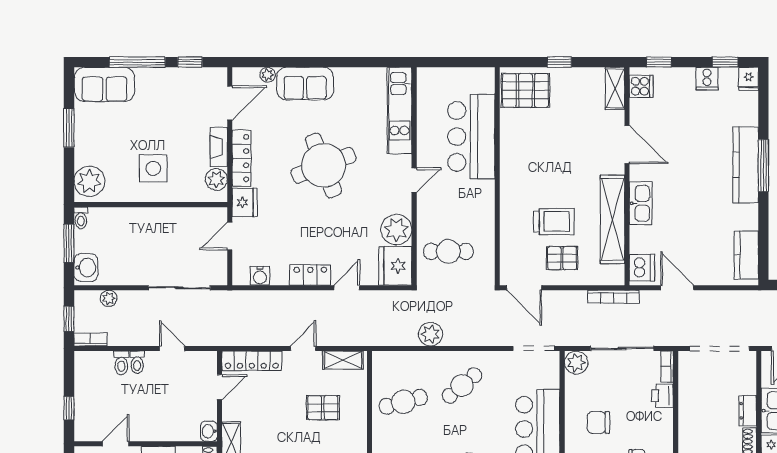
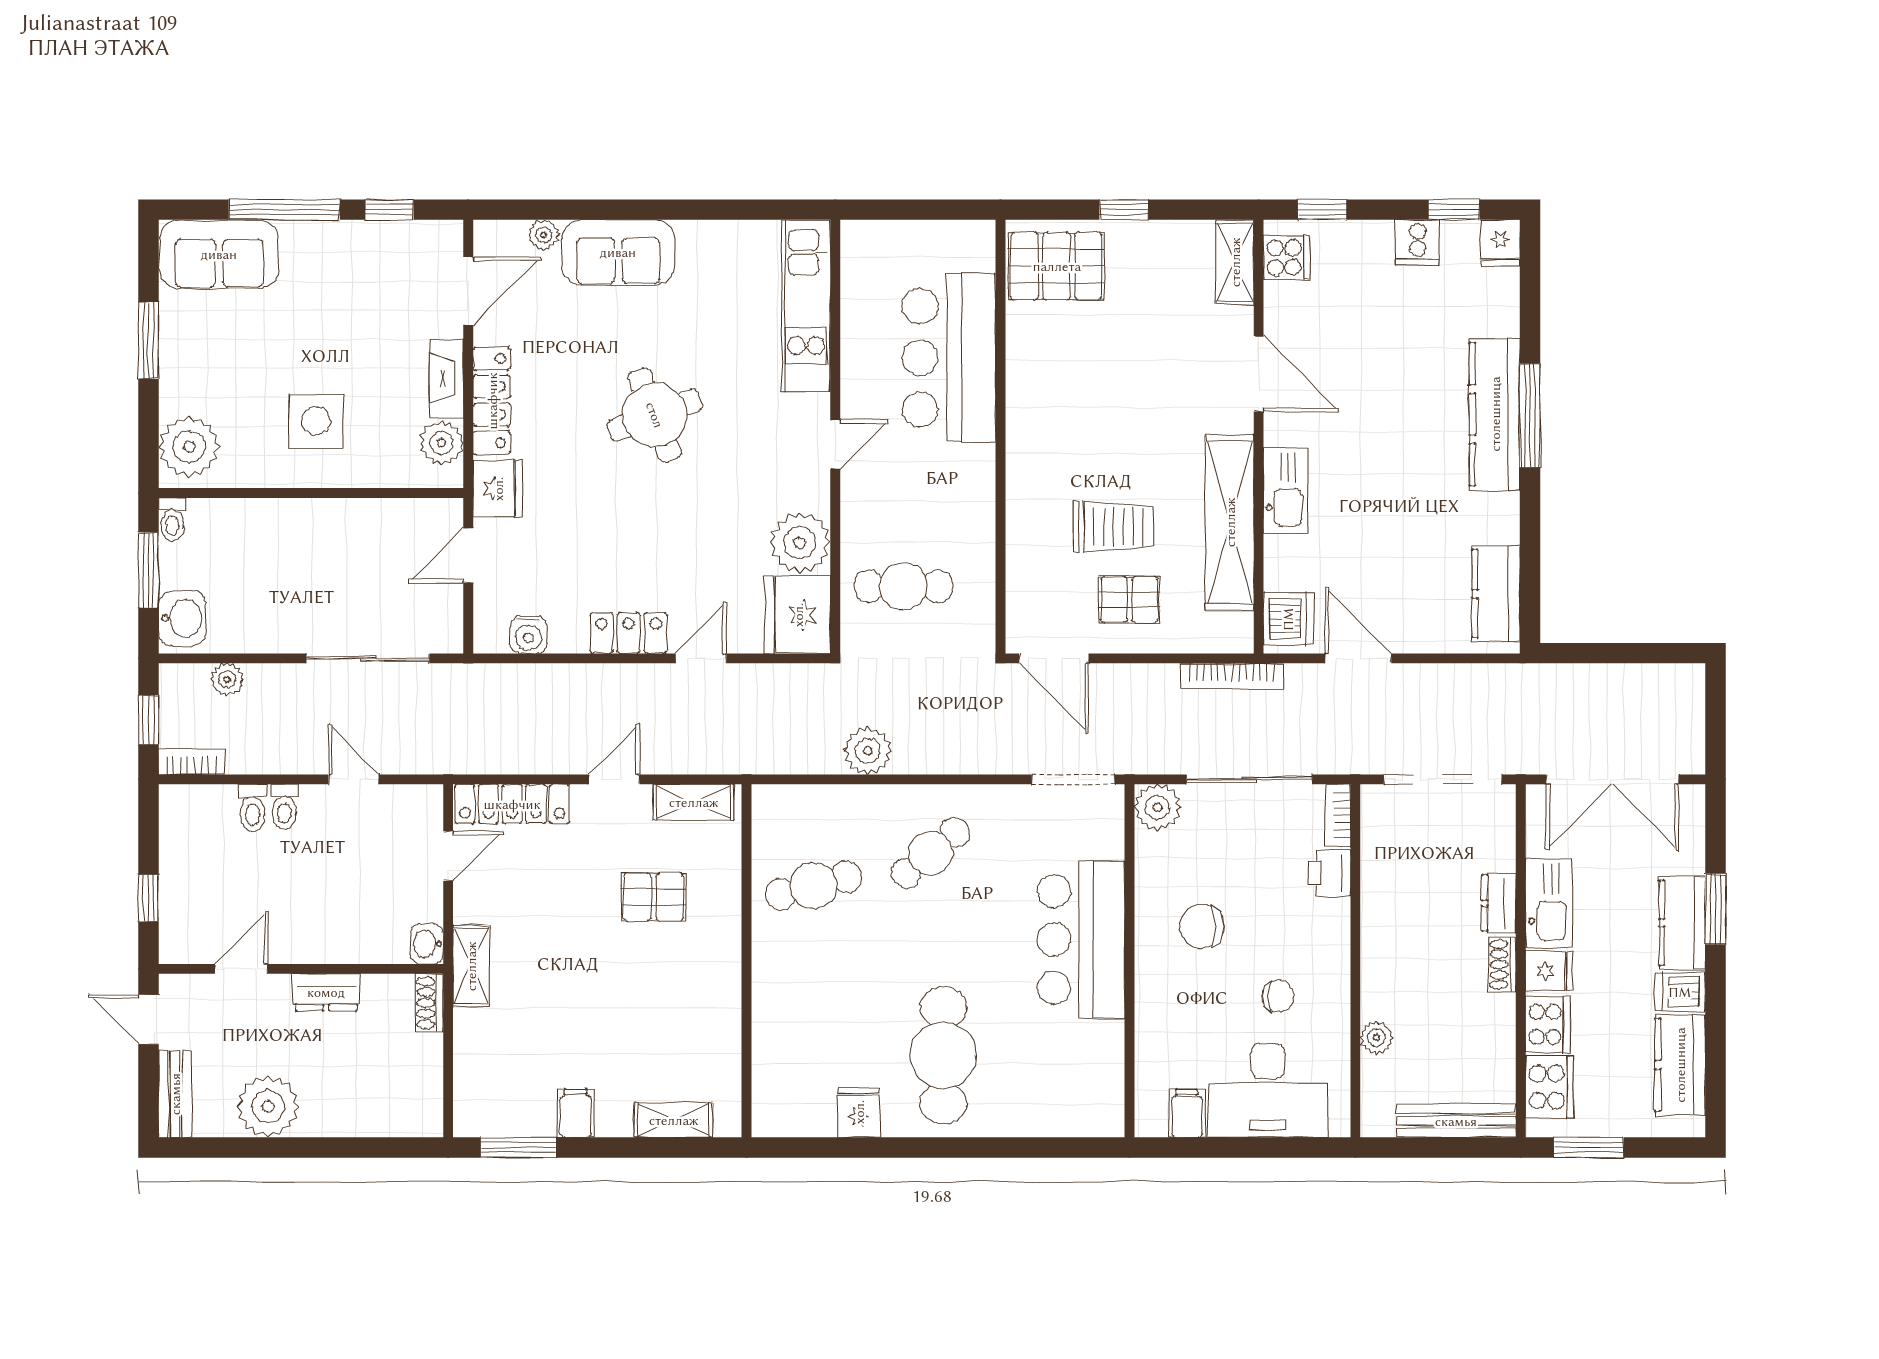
round table: (323, 165) -> (655, 415), width x0.73, depth x0.73

